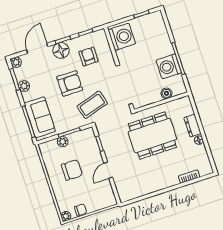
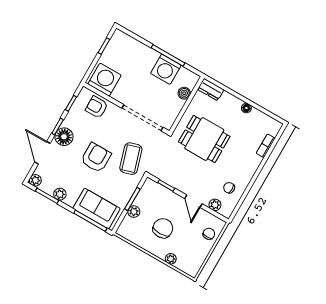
armchair: (88, 57) -> (97, 107), moved
dresser: (192, 126) -> (211, 89), moved
dining table: (152, 136) -> (204, 139), width x0.73
chair: (140, 183) -> (229, 188), added
plant: (120, 185) -> (215, 205), added
chair: (81, 210) -> (209, 234), moved
plant: (66, 216) -> (171, 259), moved

